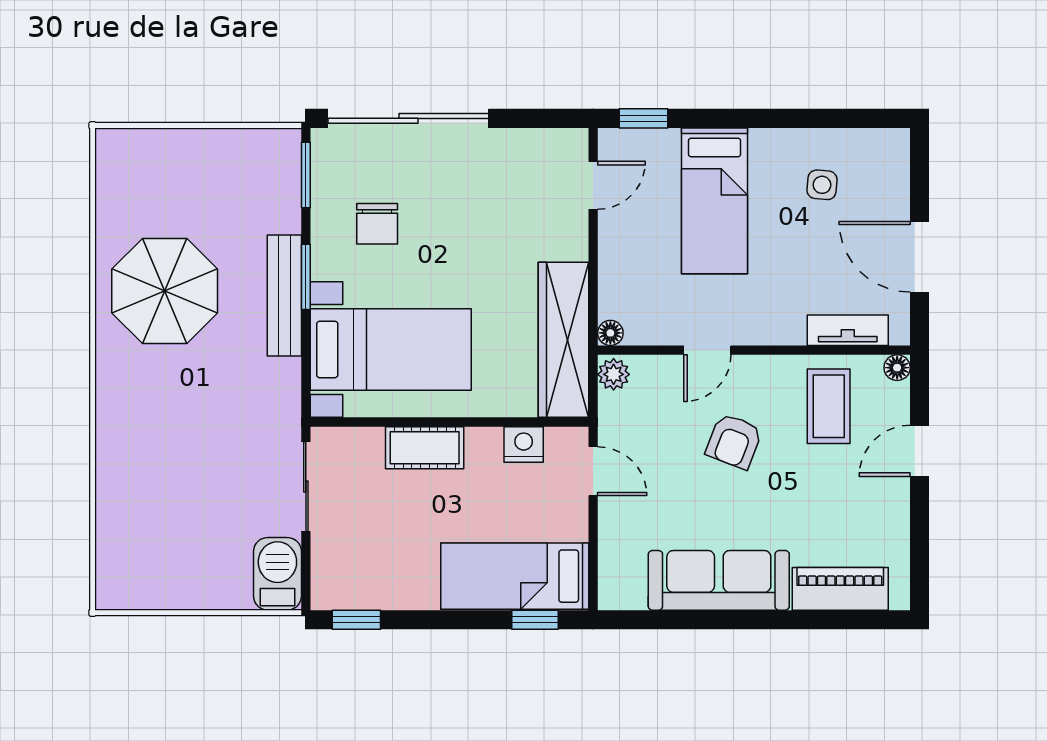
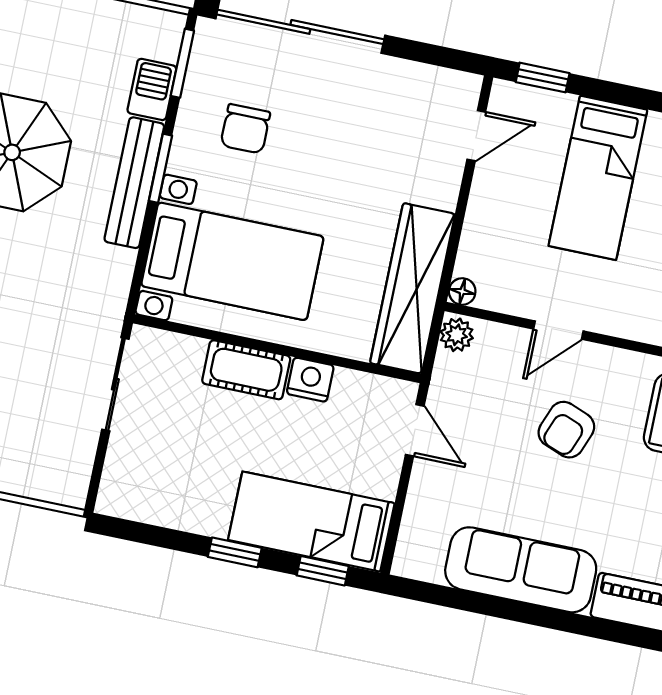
nightstand: (524, 444) -> (310, 380), moved
barbecue: (277, 574) -> (152, 89), moved, width x0.73, depth x0.79
window: (356, 620) -> (235, 552), moved

